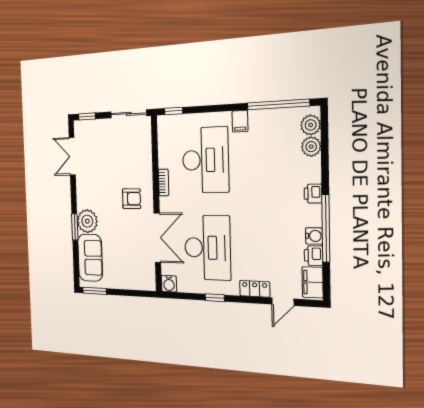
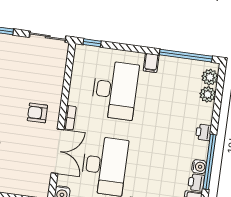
bookcase: (164, 182) -> (70, 118), moved
armchair: (132, 199) -> (37, 113), turned 180

